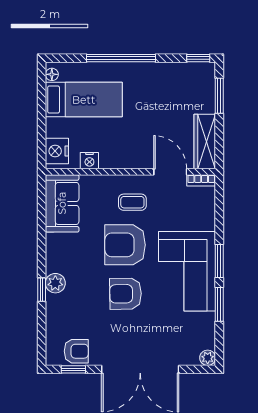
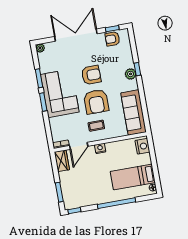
wardrobe: (205, 141) -> (62, 161), width x0.67
nightstand: (89, 161) -> (100, 148), moved
door: (170, 172) -> (79, 146), hinge flipped
sofa: (62, 203) -> (134, 112), width x1.36
armchair: (125, 245) -> (96, 102), turned 90

